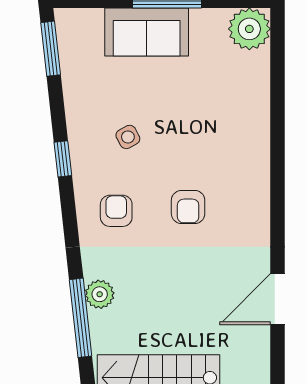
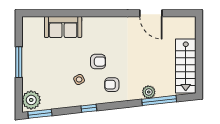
plant: (249, 29) -> (31, 100), moved
sofa: (147, 32) -> (63, 27), moved, turned 90
armchair: (188, 207) -> (98, 62), moved

